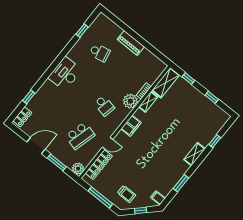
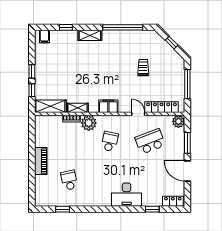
desk: (65, 74) -> (127, 195), moved
window: (212, 97) -> (32, 71), moved
school desk: (80, 136) -> (150, 141), turned -36
window: (181, 183) -> (123, 27), width x2.11
trolley: (126, 194) -> (143, 68), moved
filing cabinet: (158, 198) -> (44, 37), moved

